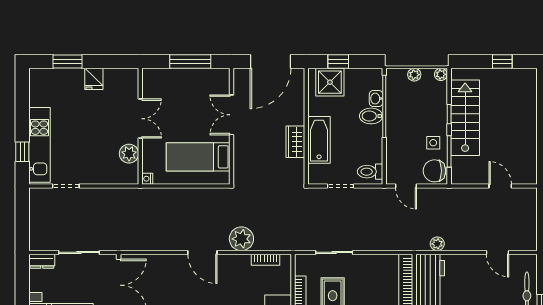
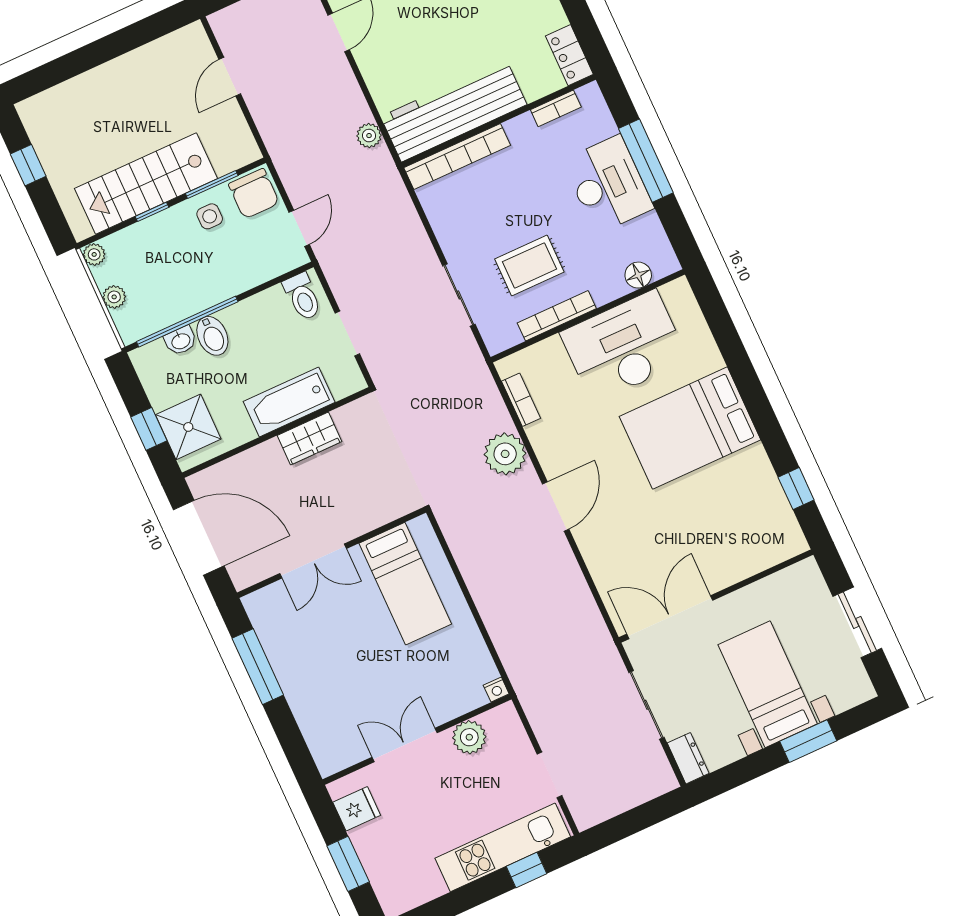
double door: (140, 119) -> (405, 745), moved
wall: (140, 126) -> (417, 739), moved
plant: (129, 154) -> (469, 737), moved
nightstand: (147, 179) -> (496, 690), moved

